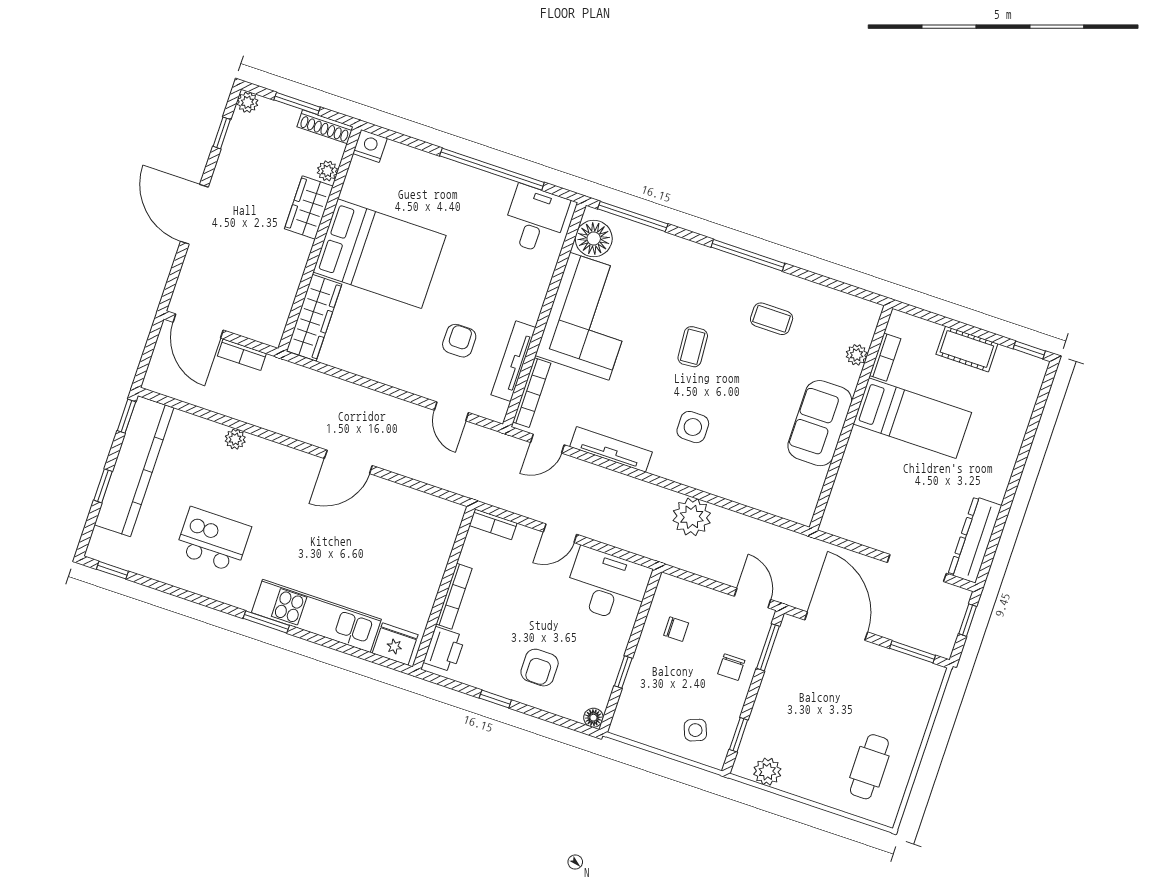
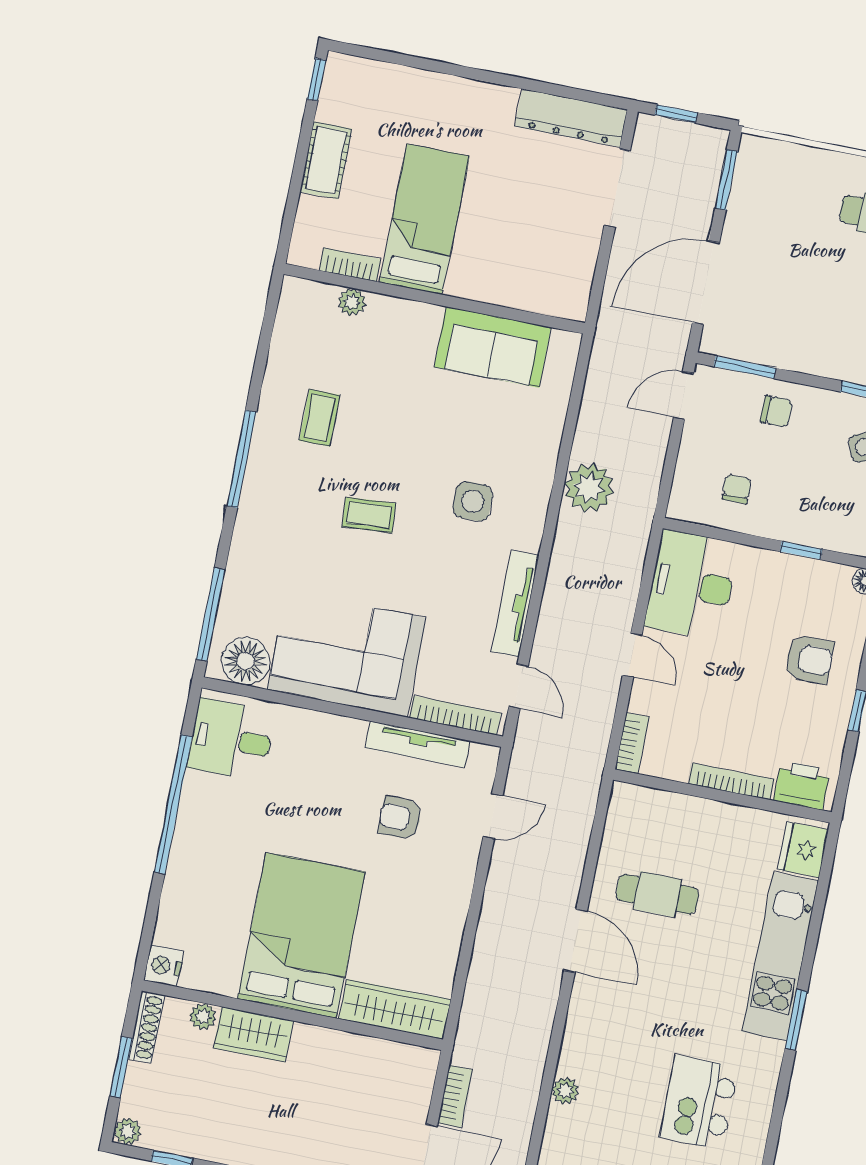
sofa: (820, 423) -> (493, 347), moved
cafe table: (376, 529) -> (657, 894), added

